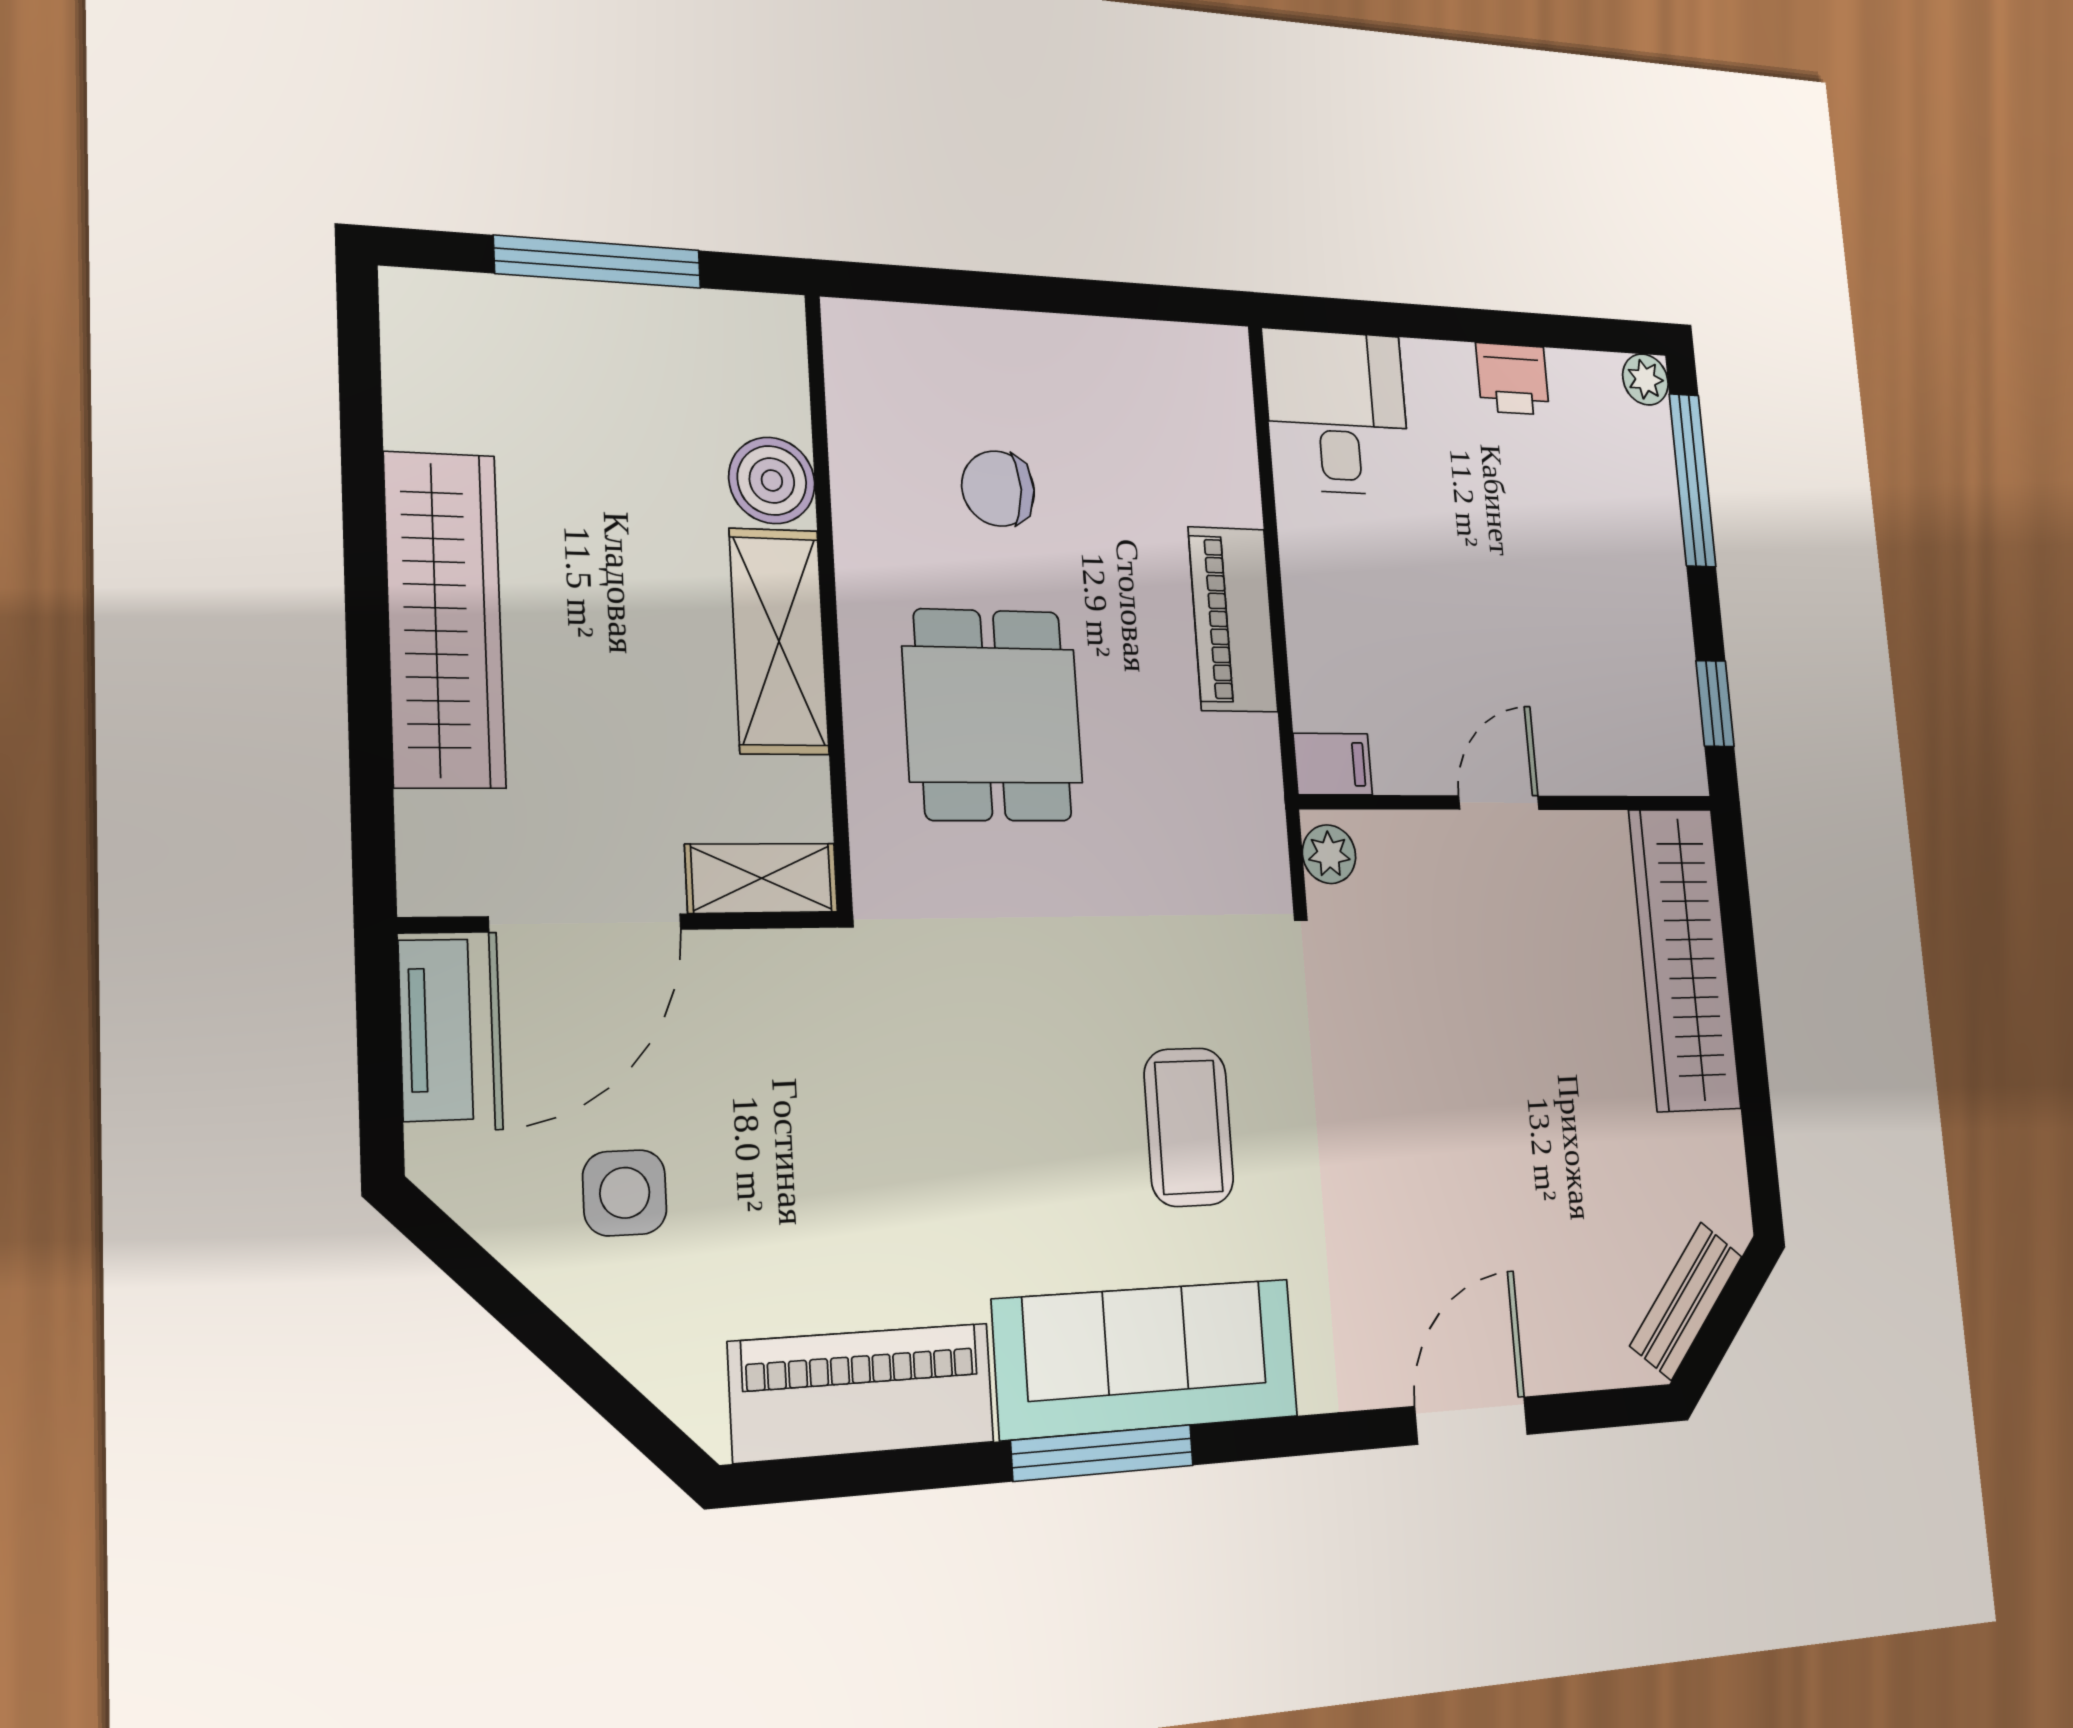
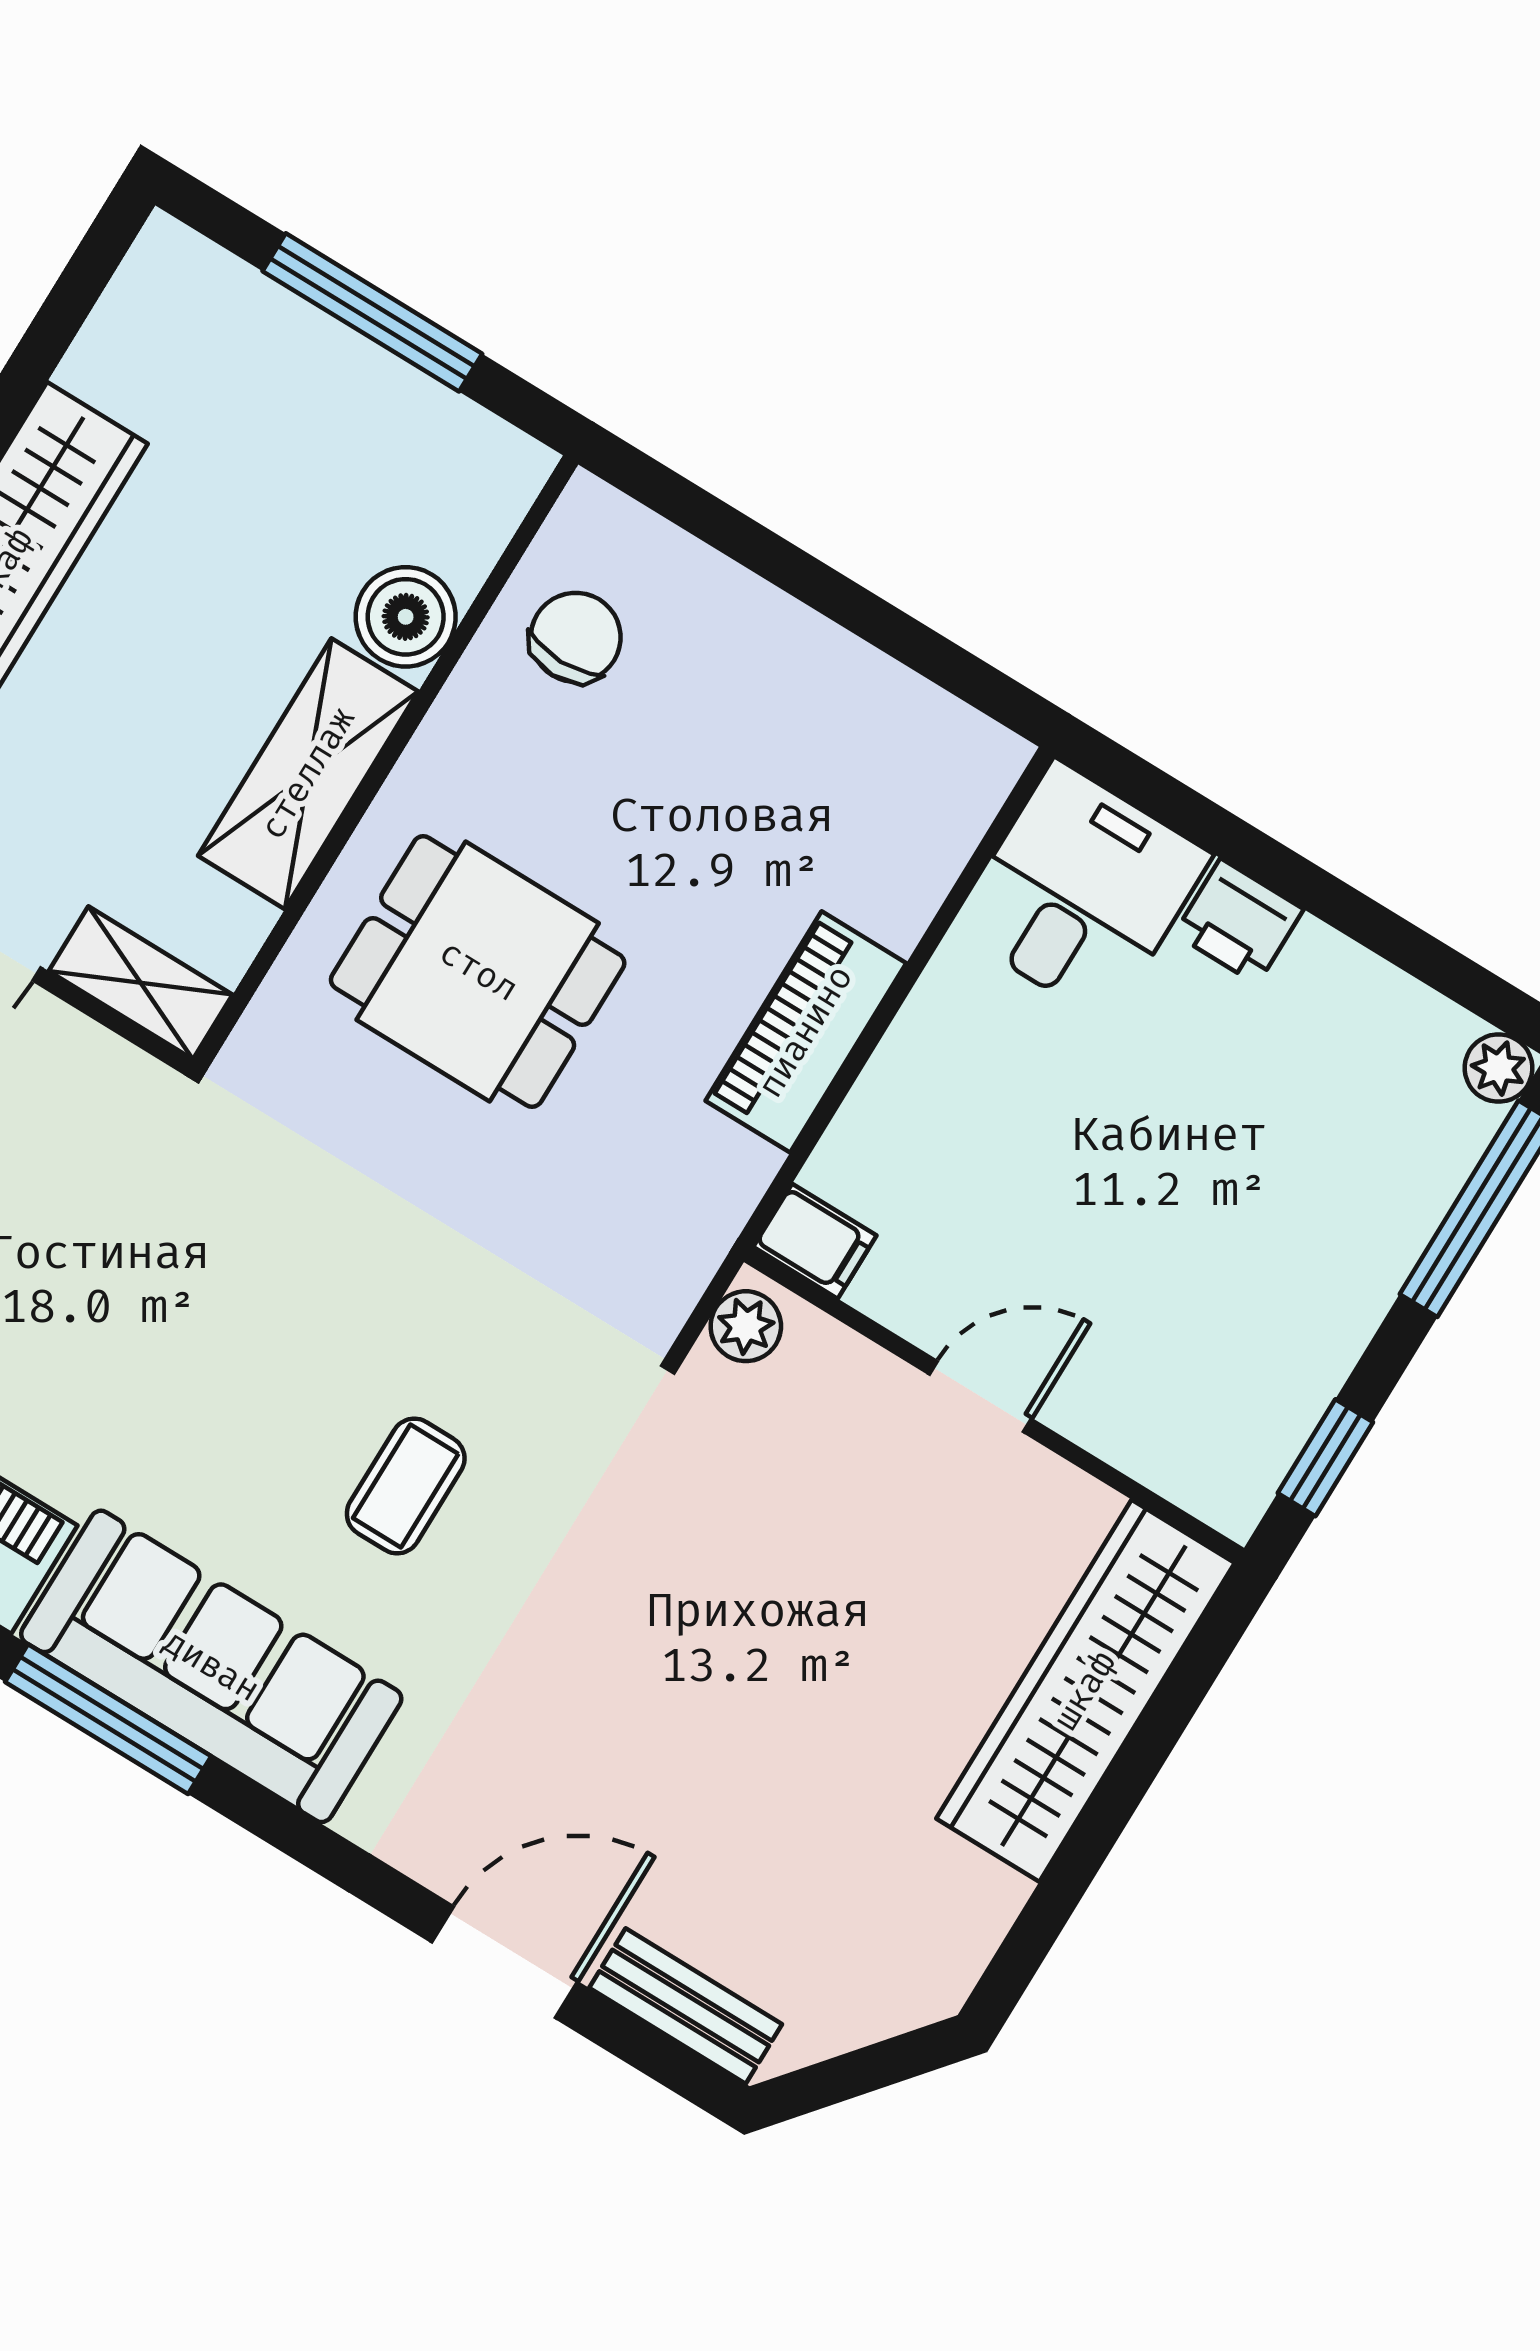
printer: (1513, 379) -> (1239, 922), moved
chair: (998, 489) -> (576, 637), moved, turned 90
dining table: (993, 715) -> (478, 971), turned 90
coffee table: (1189, 1127) -> (406, 1486), width x0.73, depth x0.77
bench: (1686, 1301) -> (686, 2006), moved, turned 50

